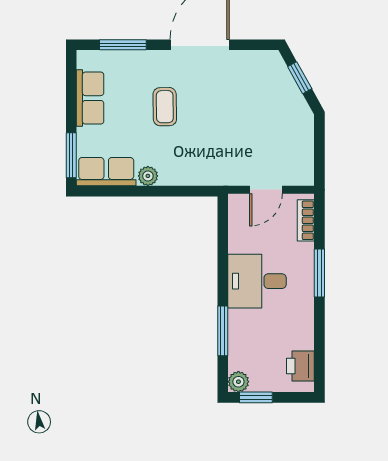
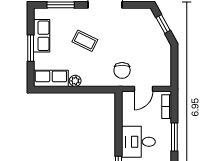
coffee table: (165, 107) -> (85, 41), turned -63
window: (71, 155) -> (31, 48), moved
chair: (229, 158) -> (122, 70), added

